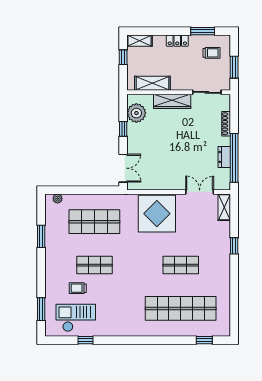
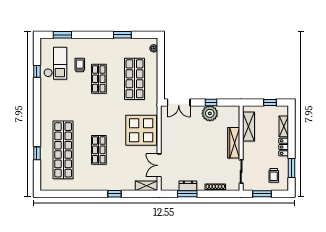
shelving: (140, 41) -> (284, 126), moved
plant: (136, 113) -> (210, 113), moved
window: (234, 158) -> (187, 194), width x0.47
double door: (200, 192) -> (159, 165), swing flipped
window: (204, 340) -> (37, 153), moved

